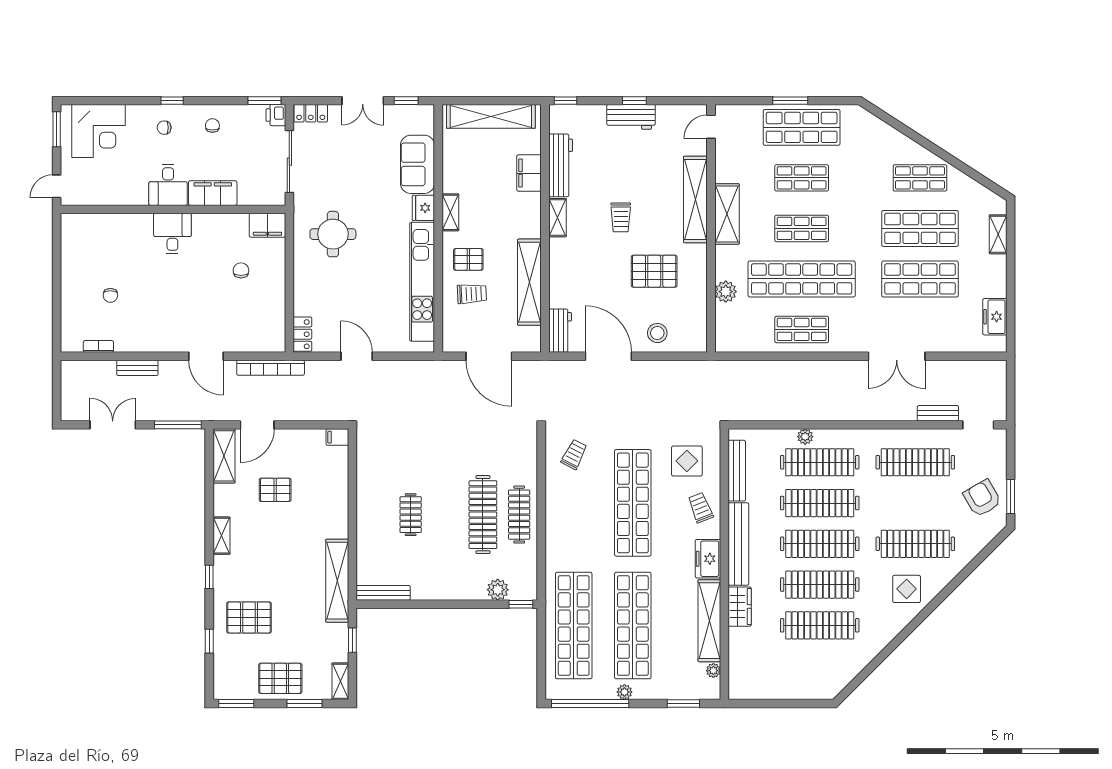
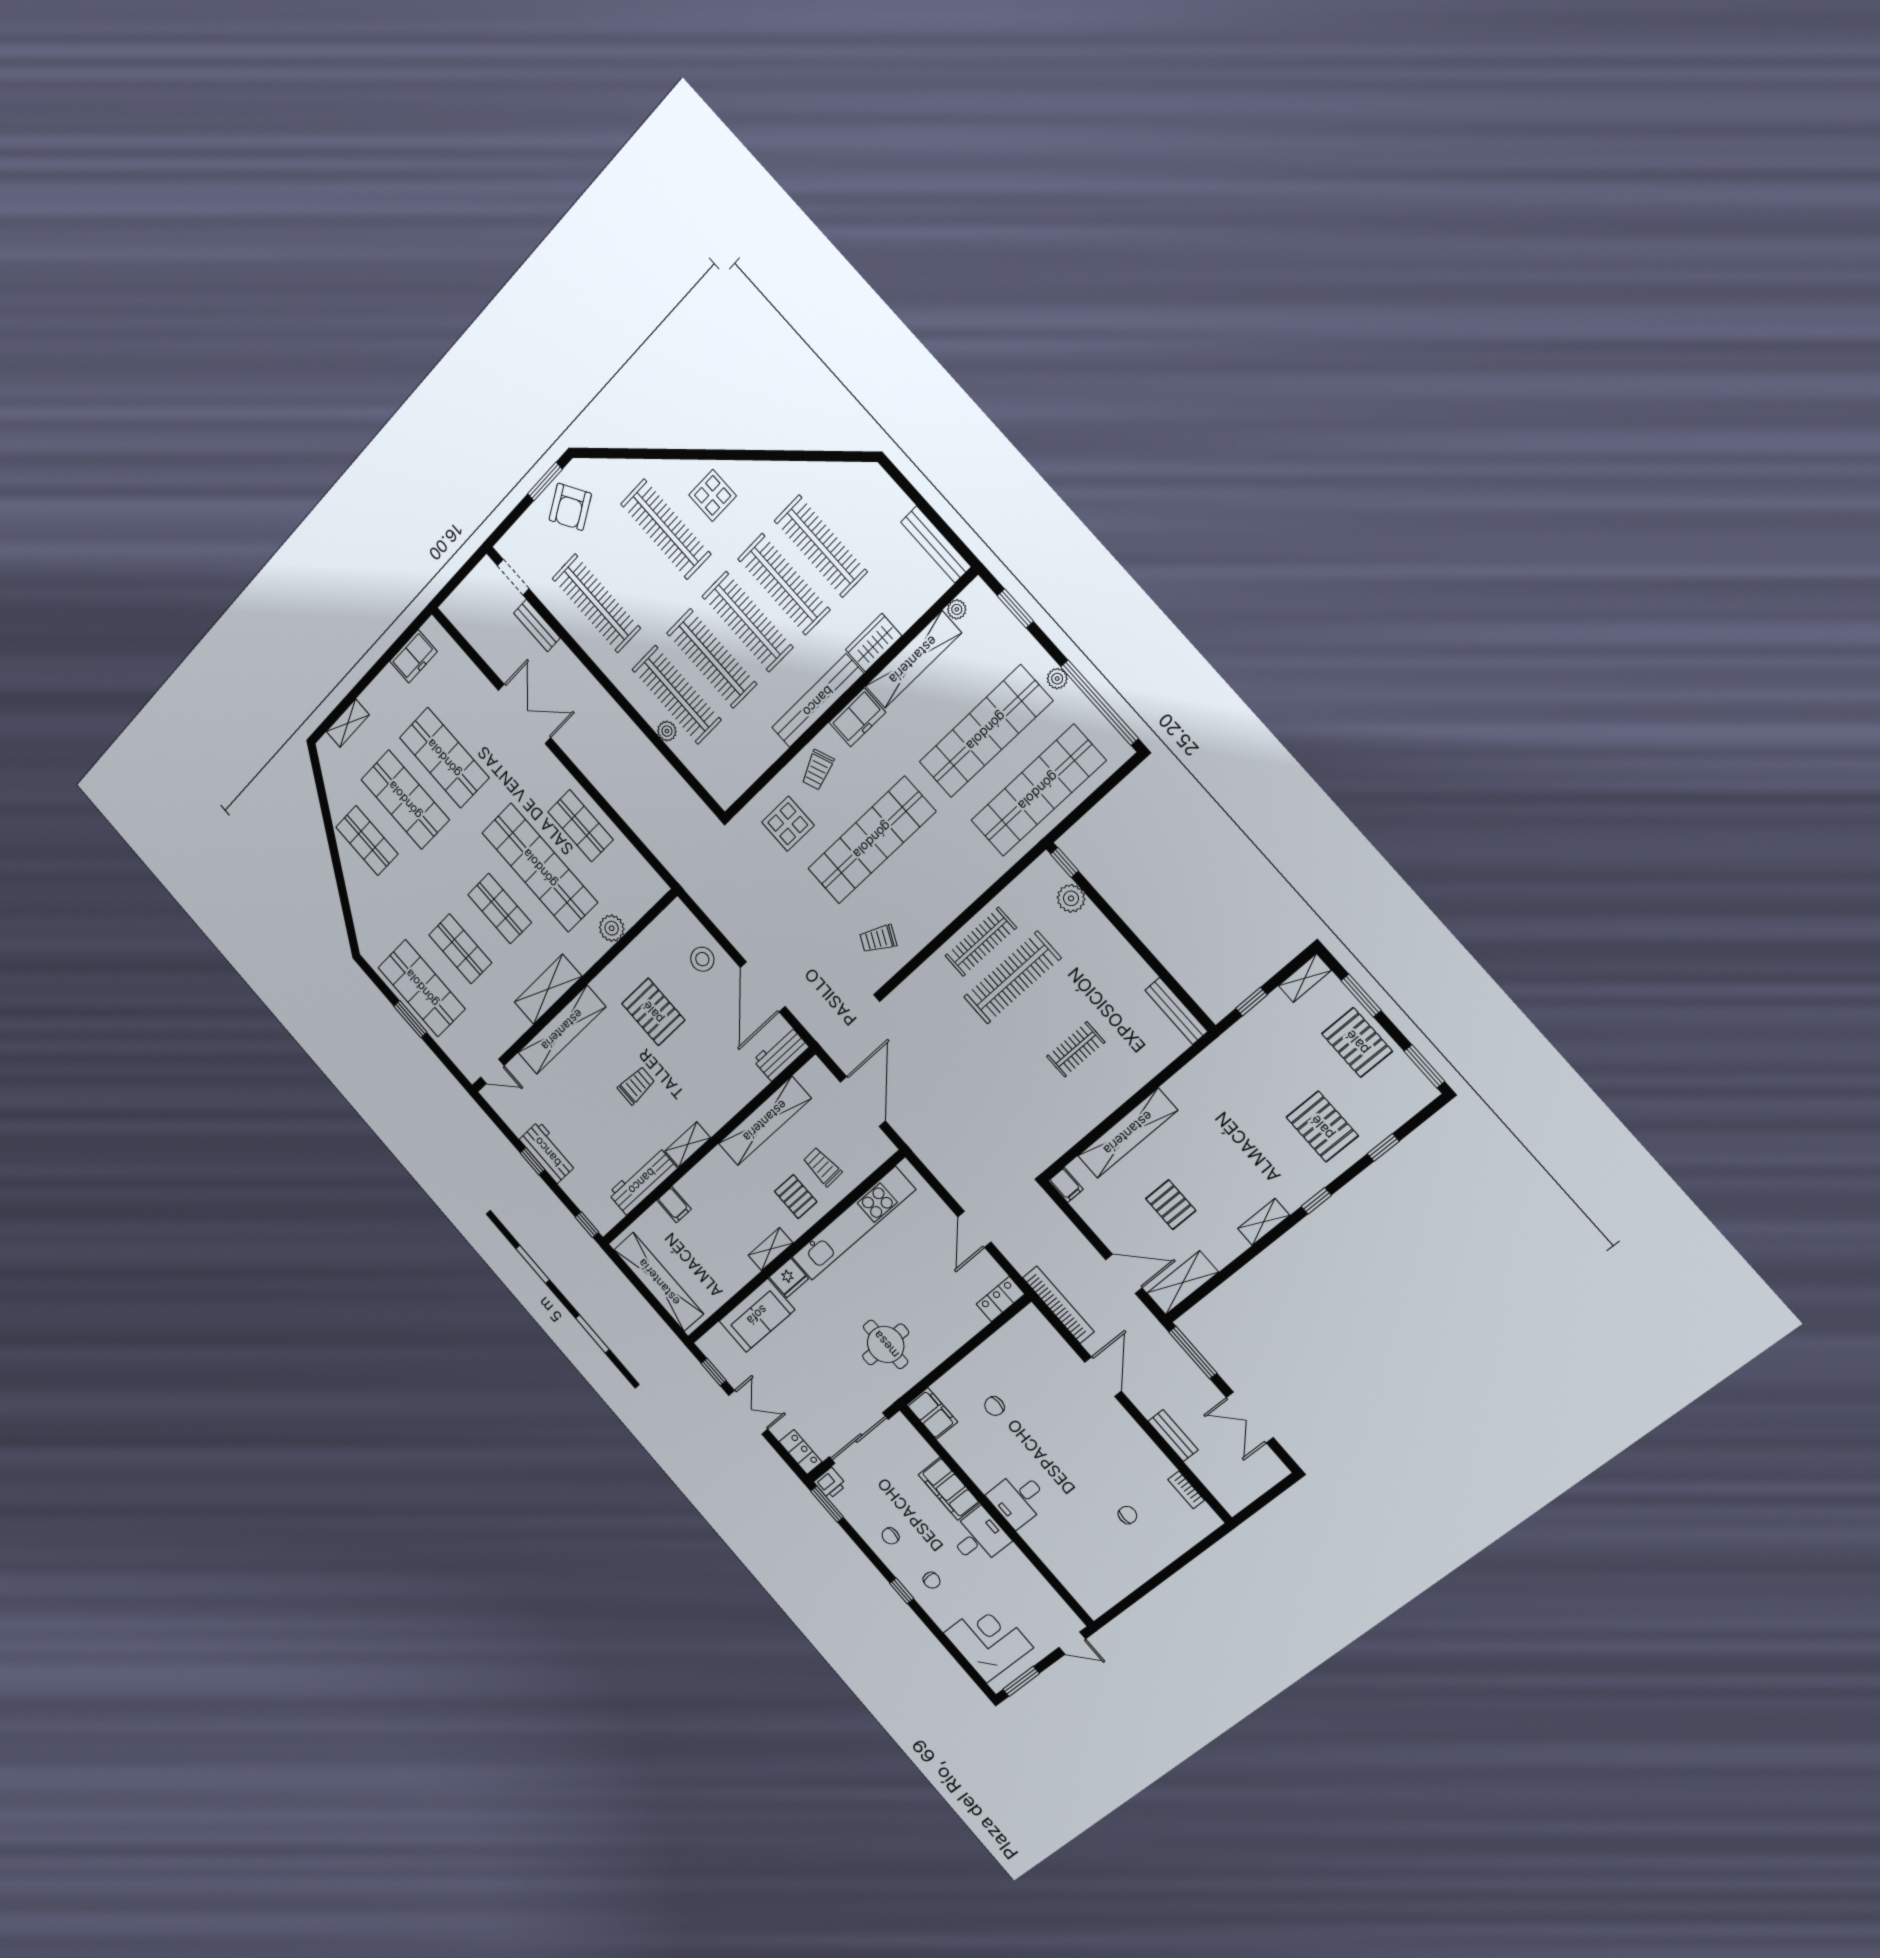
filing cabinet: (529, 173) -> (674, 1205), width x0.50
bench: (737, 471) -> (936, 544), moved, turned 90
shelving: (337, 581) -> (1128, 1133), moved

